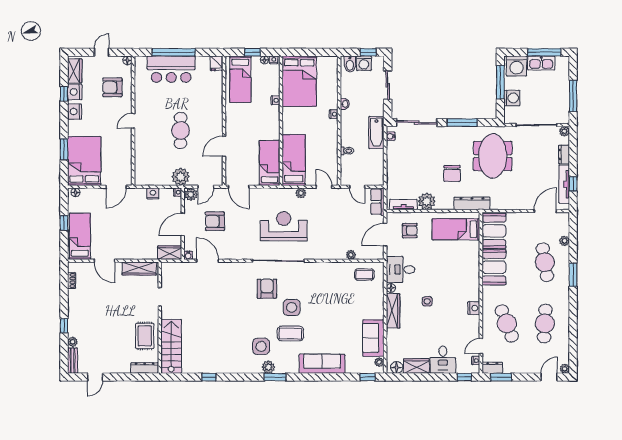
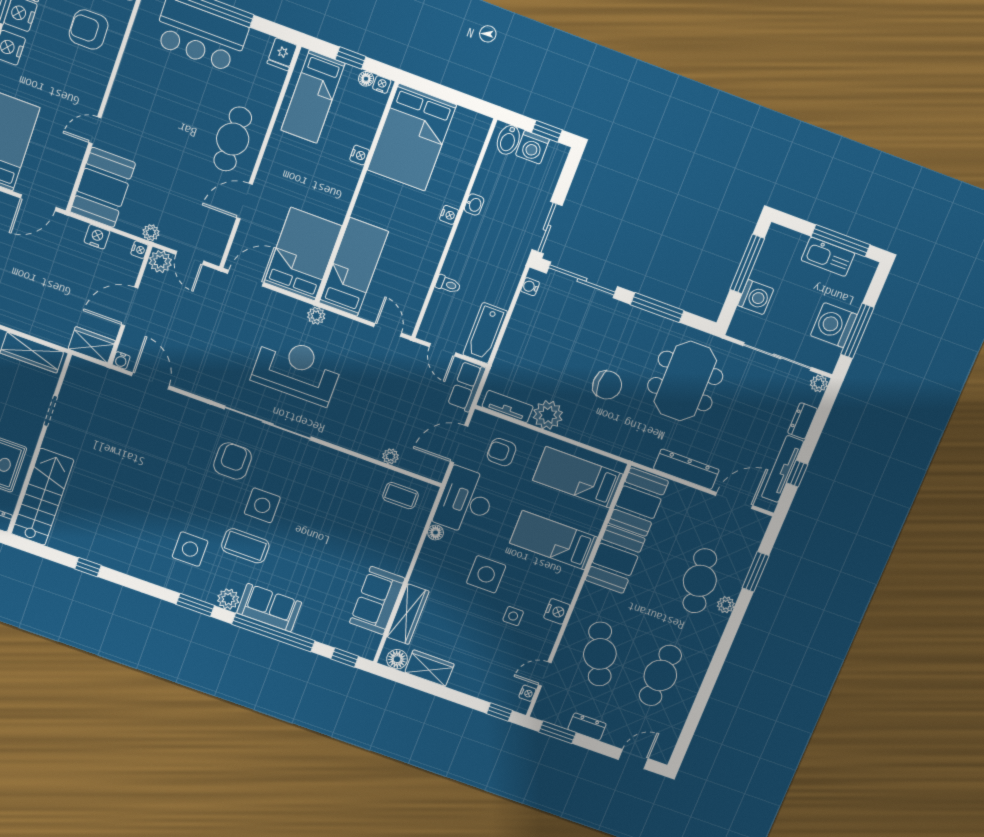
washing machine: (517, 66) -> (834, 325), moved, turned 90
sliding door: (388, 85) -> (547, 228), moved
door: (133, 121) -> (95, 130), moved
cafe table: (181, 130) -> (233, 139), moved
bathtub: (376, 133) -> (485, 333), moved
bed: (270, 163) -> (303, 254), width x1.50
booth: (147, 166) -> (103, 187), added
chair: (452, 173) -> (607, 385), turned -90
plant: (181, 177) -> (151, 233), width x0.53, depth x0.53
door: (206, 187) -> (190, 258), hinge flipped
door: (239, 187) -> (245, 278), swing flipped
plant: (301, 193) -> (316, 316), moved
dresser: (472, 203) -> (686, 469), moved
armchair: (215, 221) -> (185, 321), removed
armchair: (410, 231) -> (502, 452), turned 180
plant: (564, 241) -> (726, 605), moved
desk: (401, 269) -> (466, 501), width x1.37
bed: (456, 269) -> (554, 540), added
window: (573, 275) -> (756, 572), moved
side table: (427, 301) -> (486, 574), width x1.87, depth x1.87
wardrobe: (393, 311) -> (408, 614), moved
side table: (451, 319) -> (513, 616), added
desk: (443, 360) -> (476, 673), removed
plant: (379, 362) -> (372, 641), removed
sofa: (322, 364) -> (269, 608), width x0.73
plant: (268, 367) -> (228, 599), moved
dresser: (492, 368) -> (587, 727), moved
plant: (565, 369) -> (663, 755), removed
window: (323, 377) -> (273, 632), added

